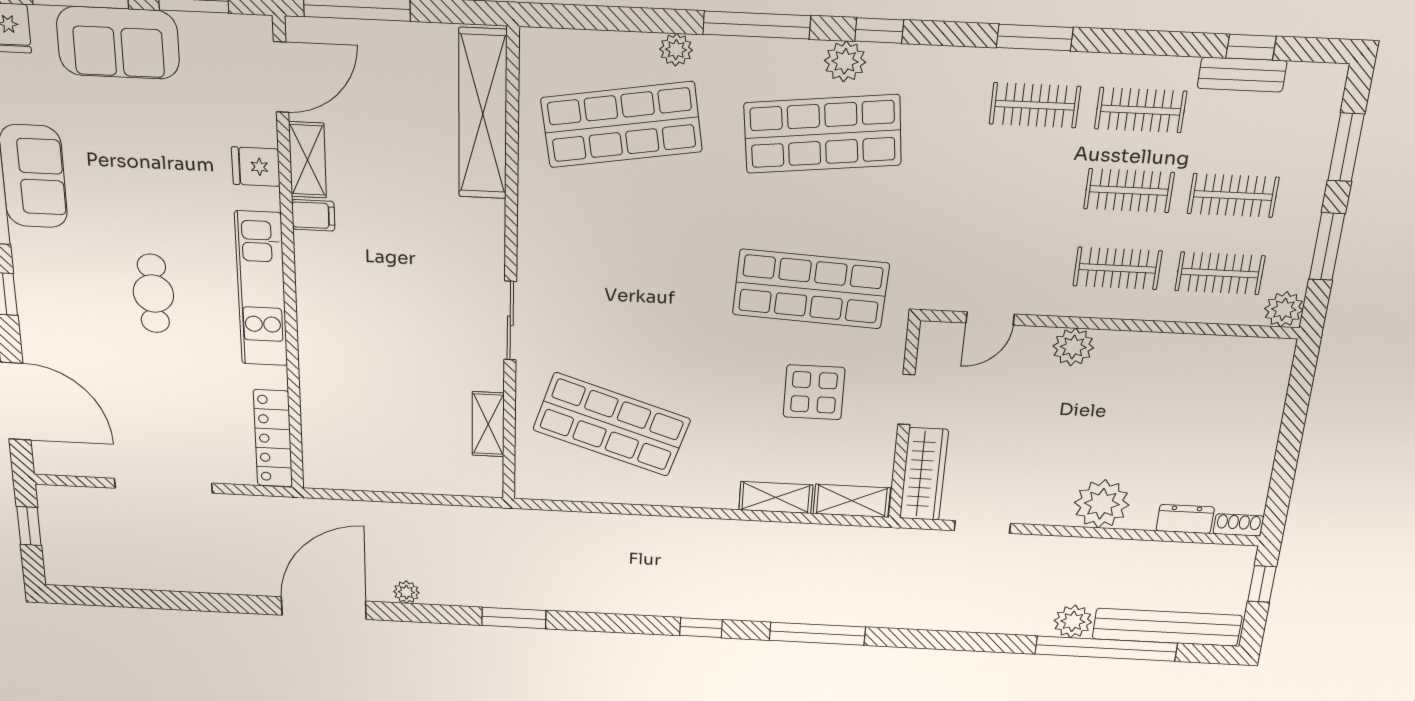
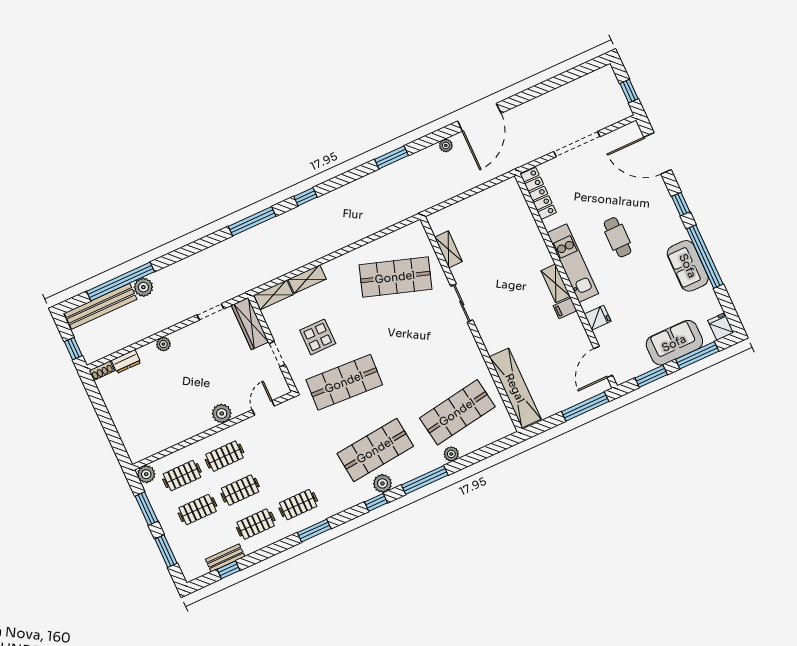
shelving: (308, 160) -> (556, 283), moved
plant: (1102, 504) -> (163, 344), width x0.53, depth x0.53

